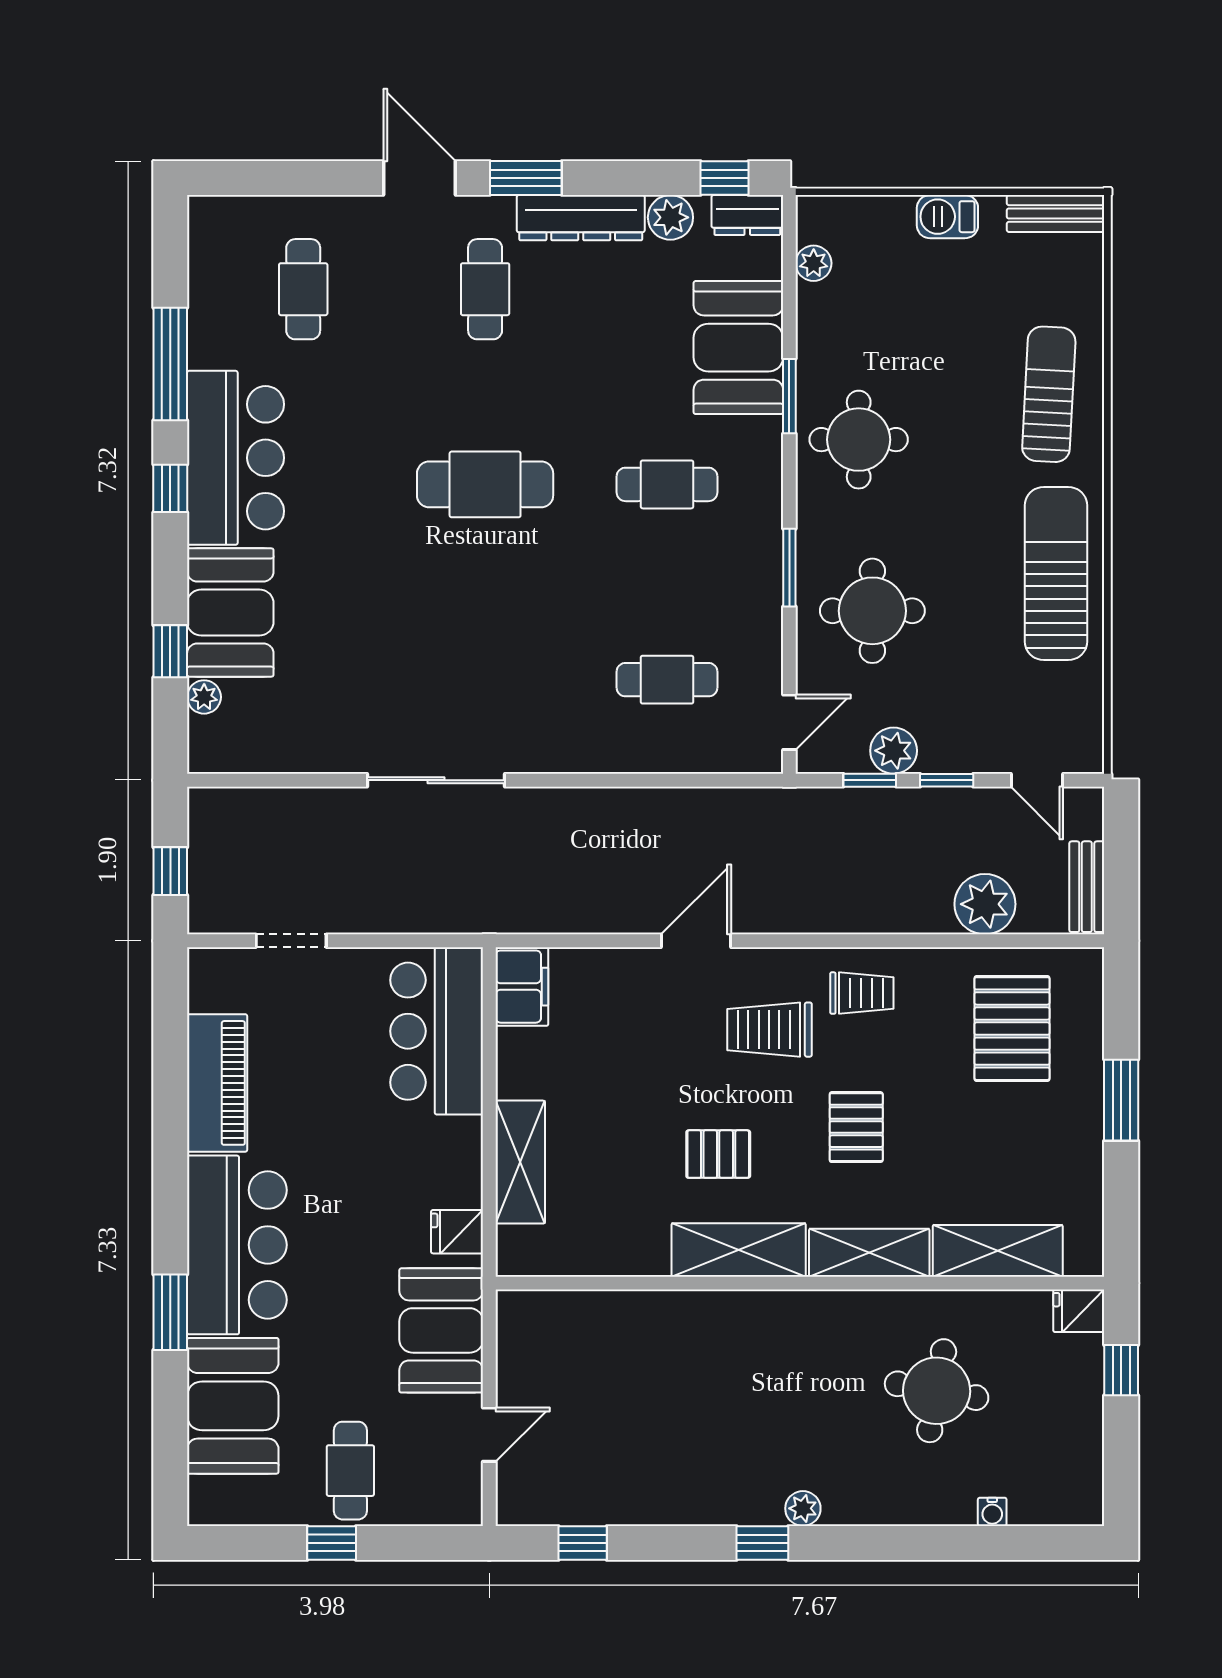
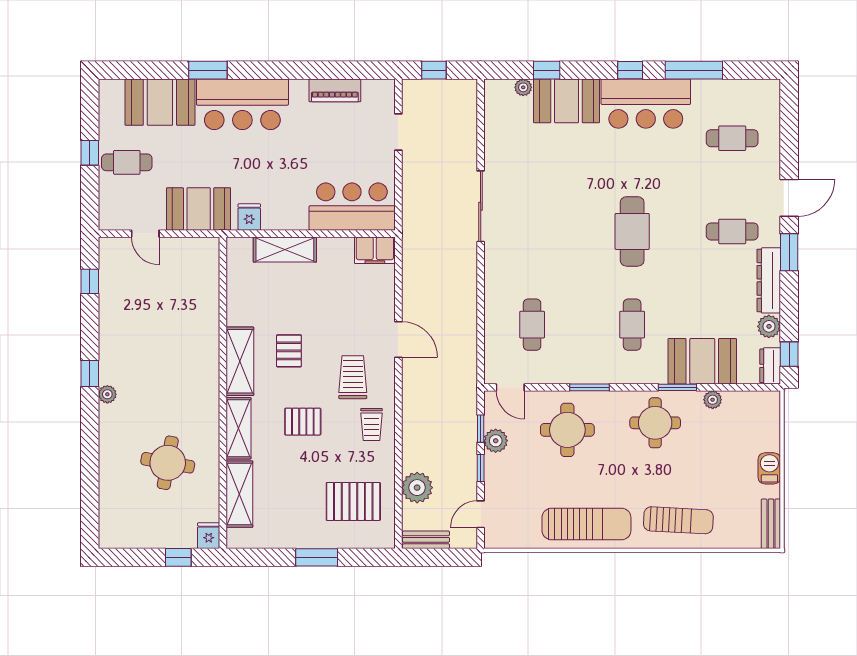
plant: (814, 263) -> (713, 400), moved
piano: (217, 1083) -> (335, 90), width x0.73, depth x0.75
water cooler: (992, 1512) -> (106, 491), removed

